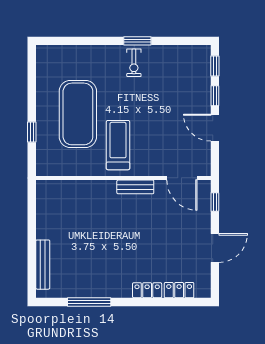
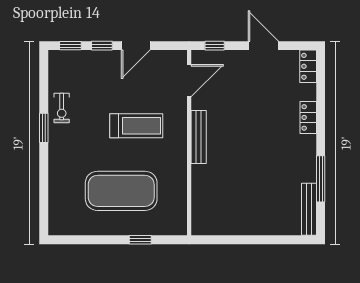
exercise bike: (134, 63) -> (62, 108), moved, turned 90
treadmill: (118, 145) -> (136, 126), moved, turned 180
bench: (135, 187) -> (199, 137), width x1.36
bench: (43, 265) -> (309, 209), moved, turned 90
locker: (179, 290) -> (308, 66), moved

